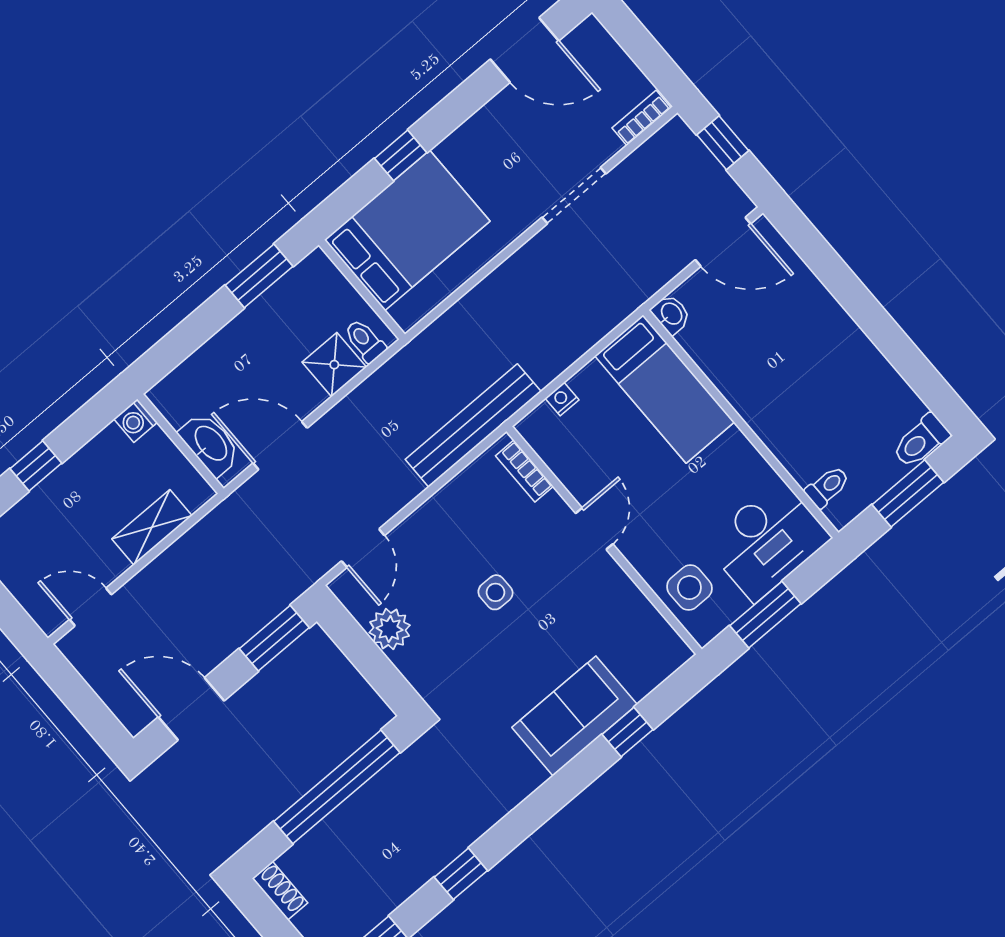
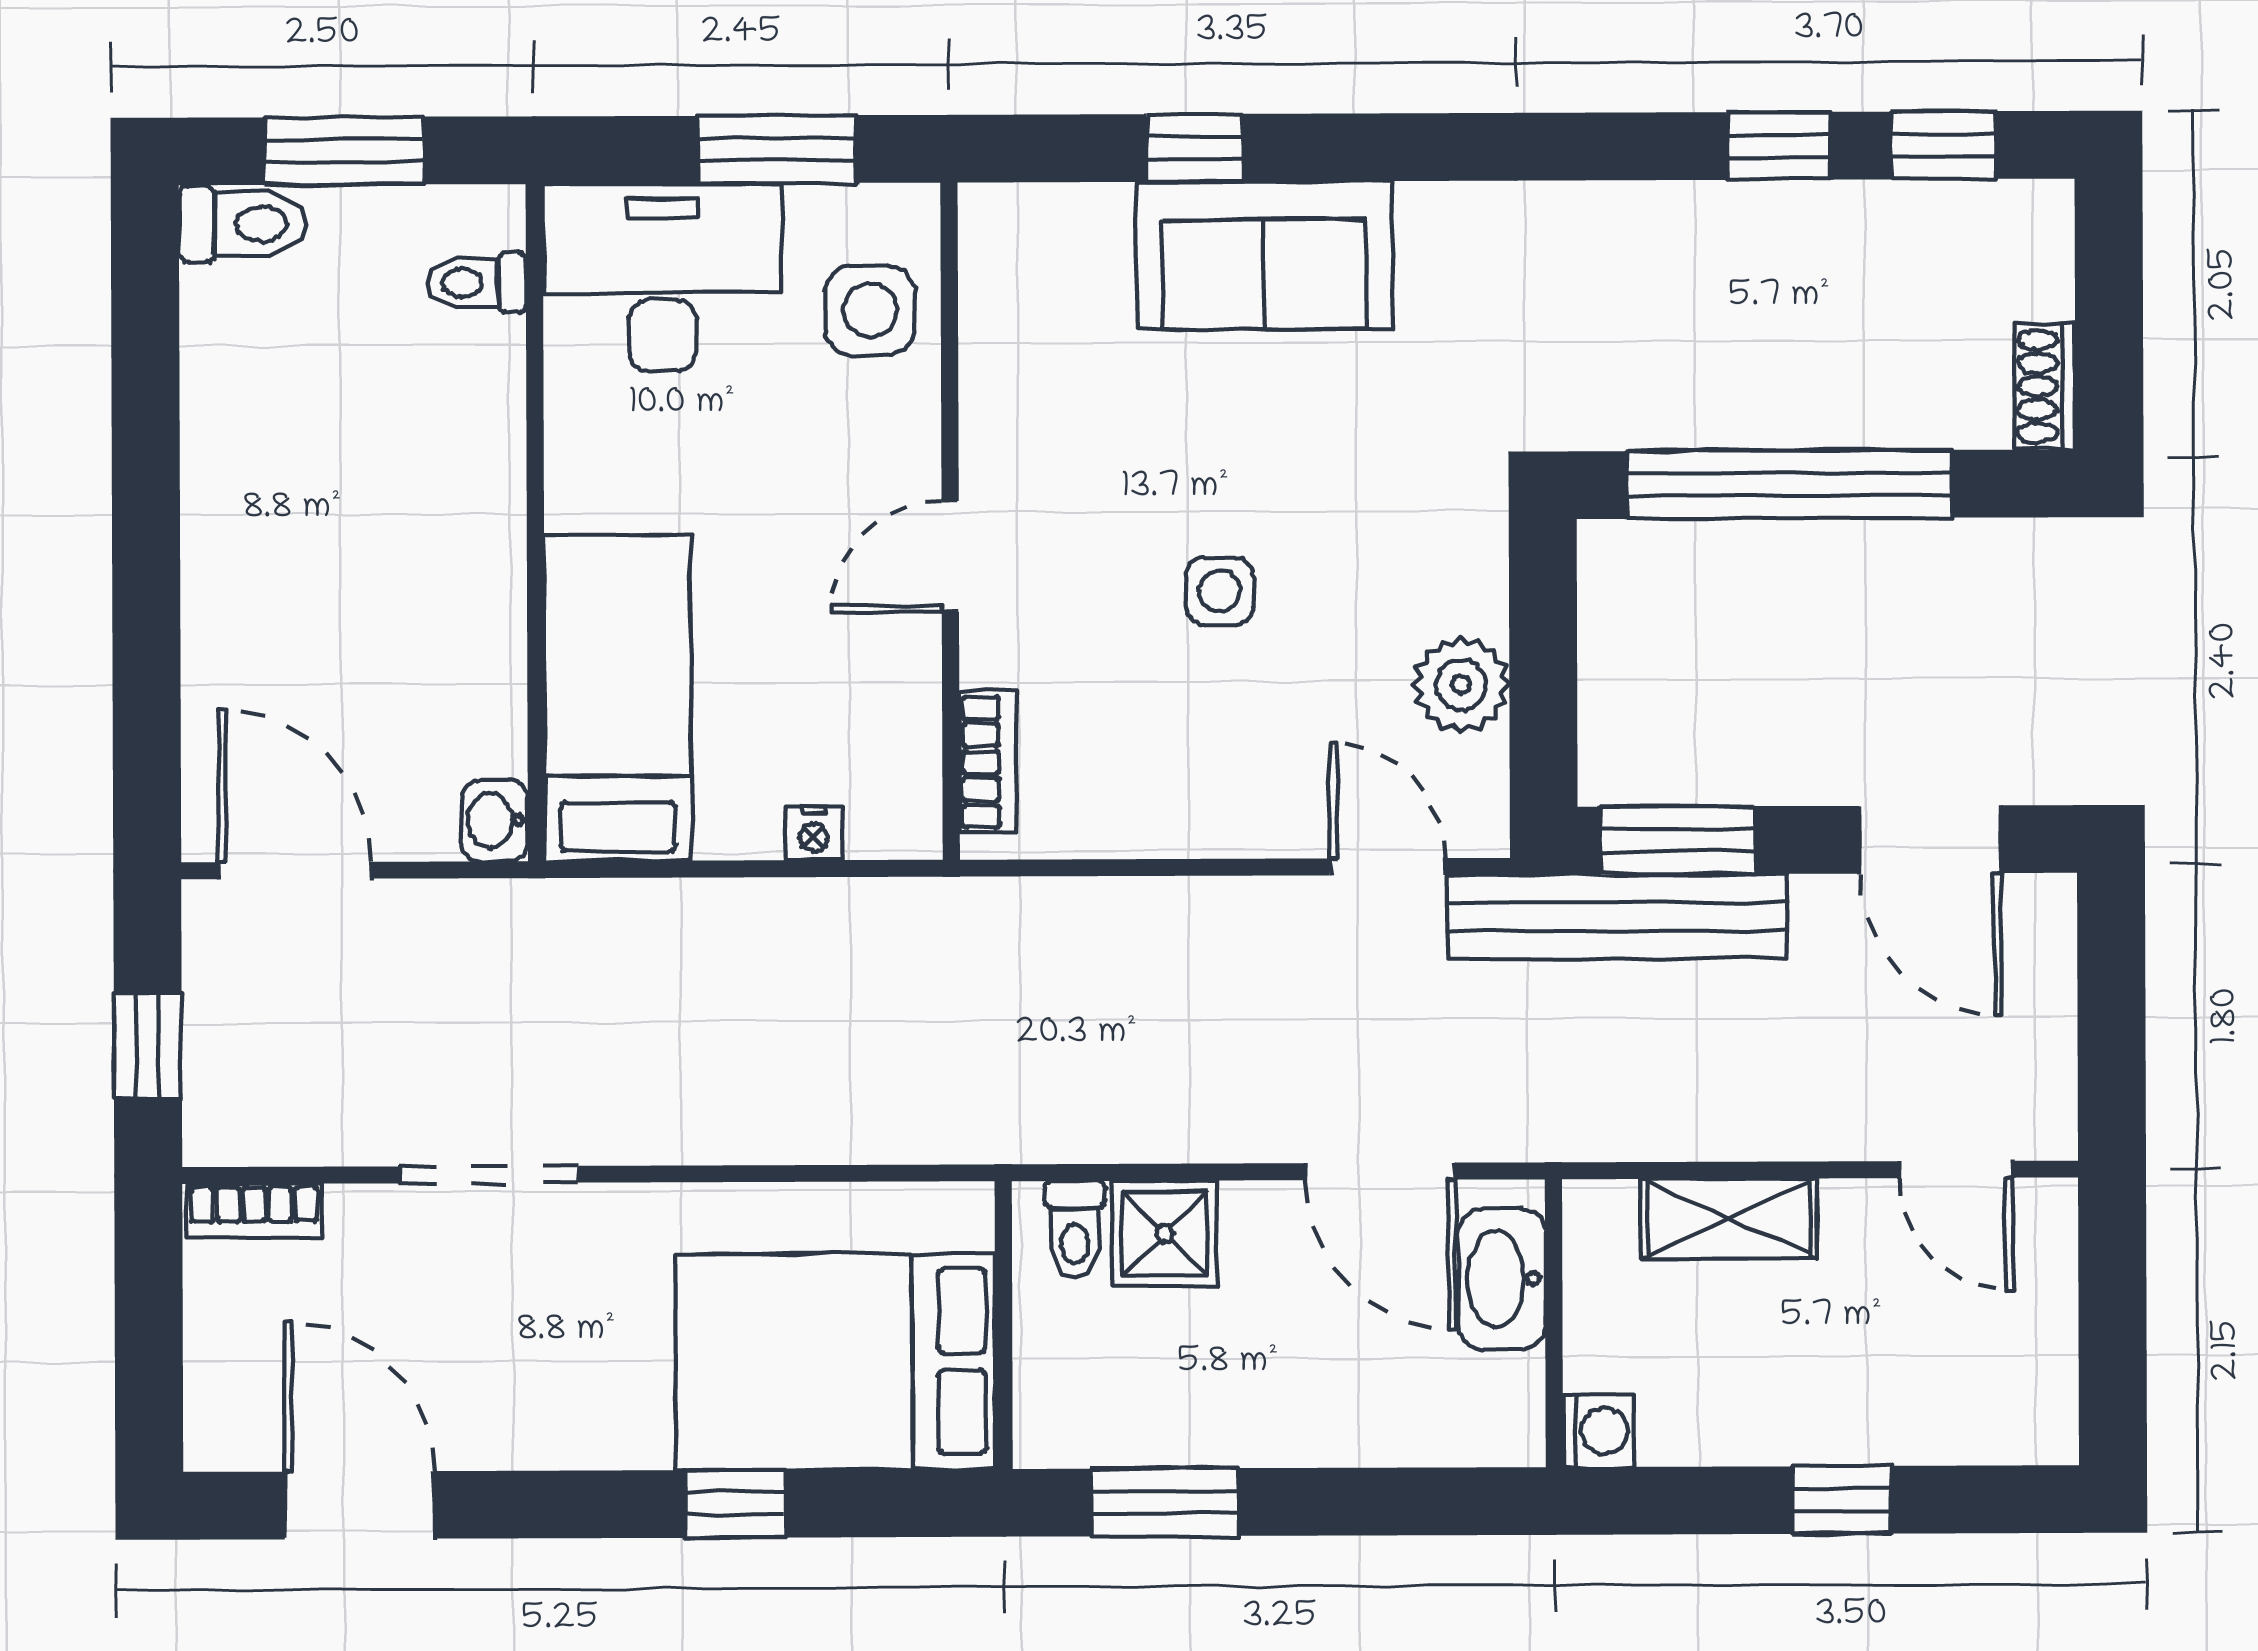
bench: (473, 426) -> (1617, 917), moved
door: (363, 548) -> (1387, 867), hinge flipped
window: (461, 874) -> (1778, 146), moved

